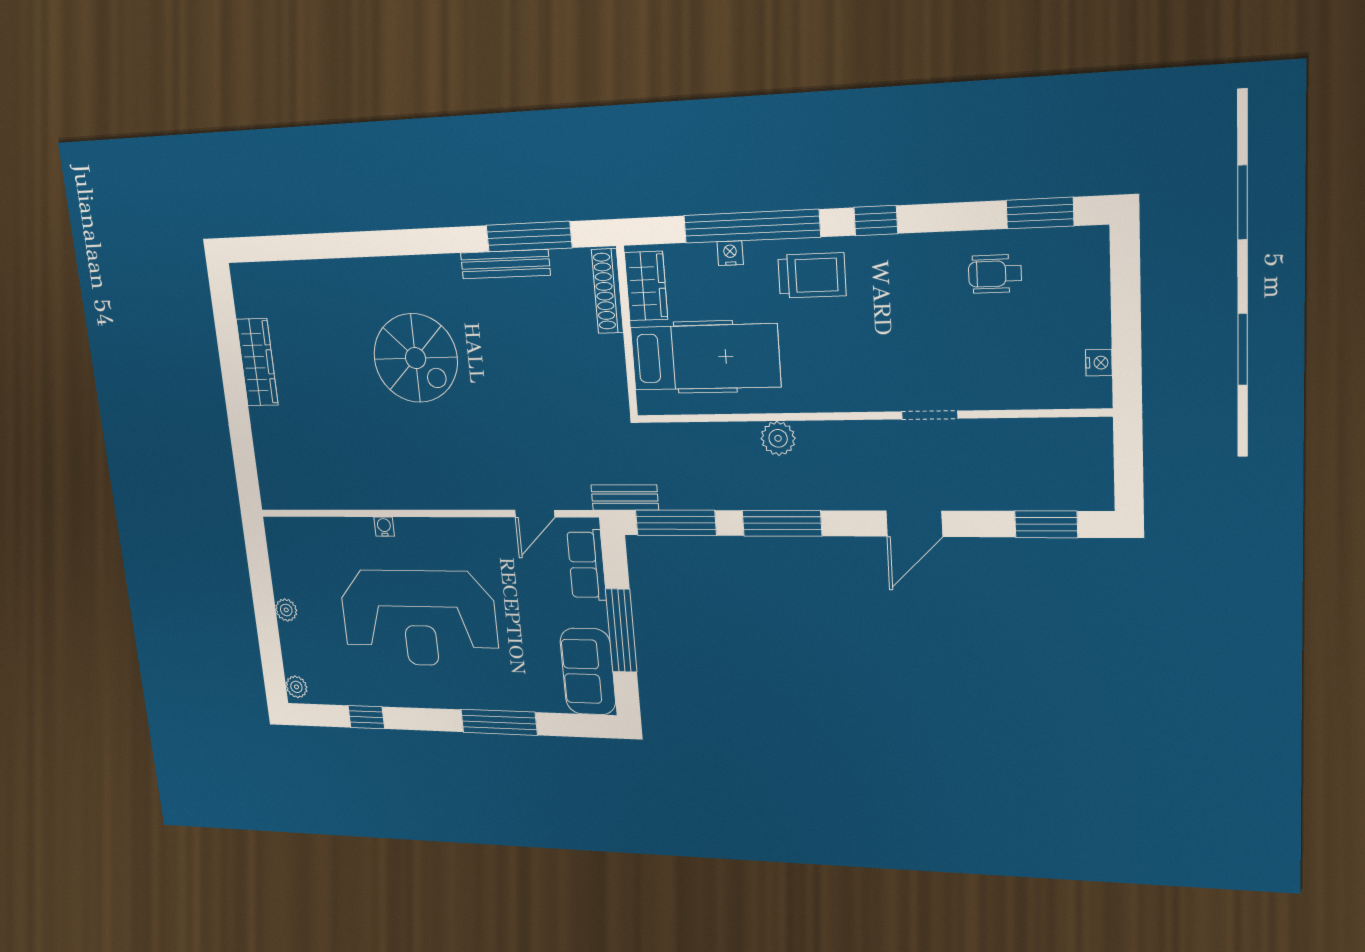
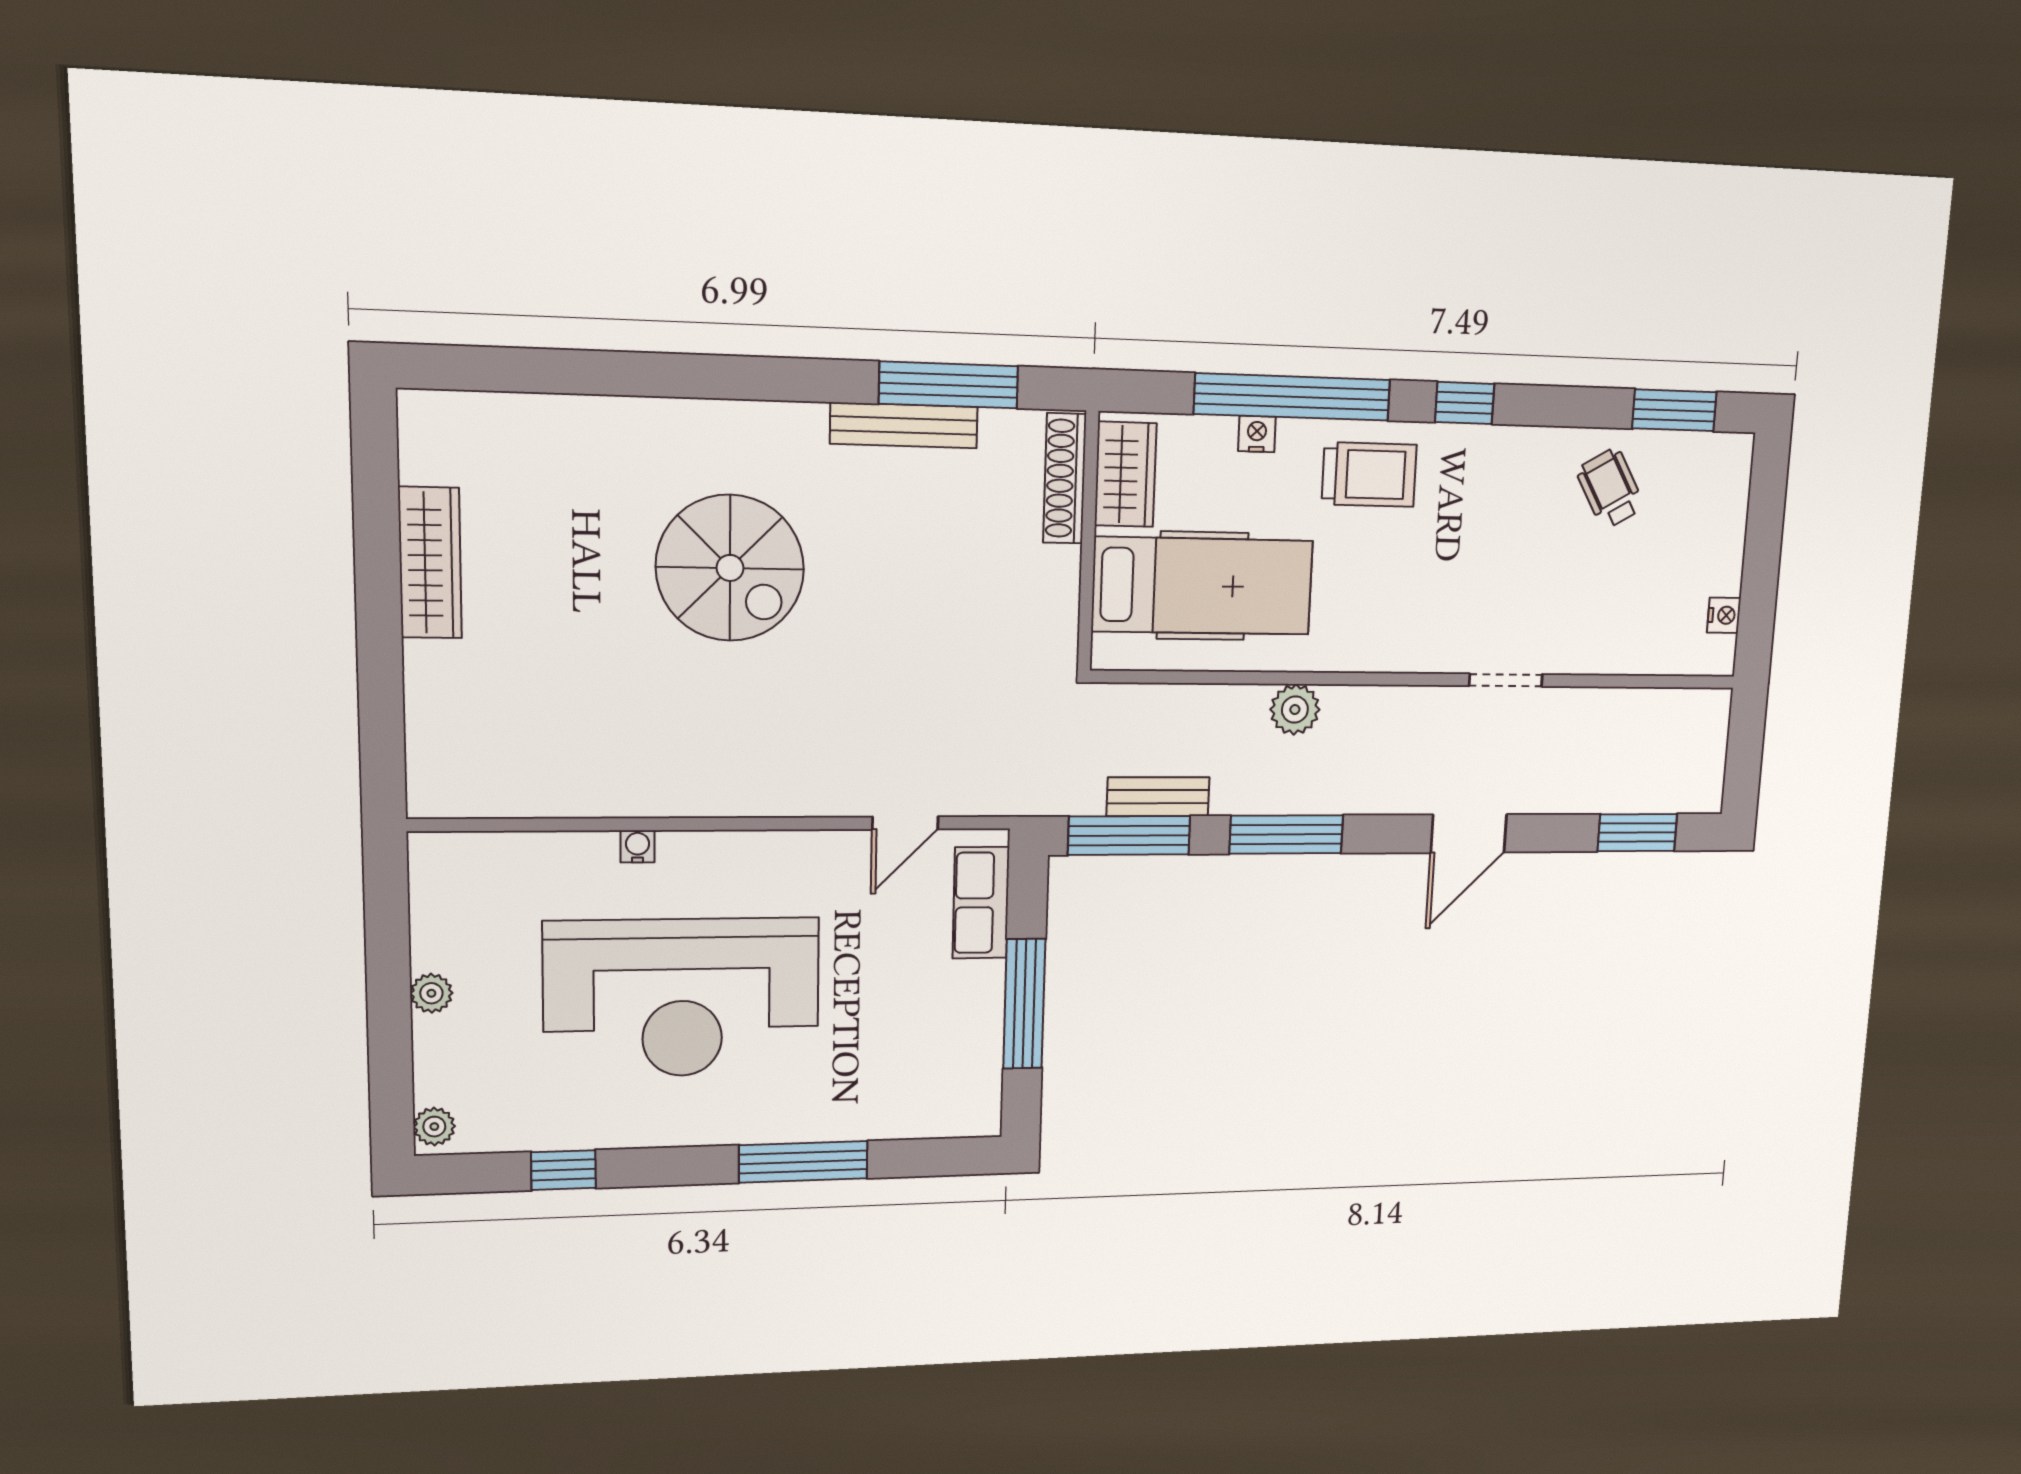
wheelchair: (995, 274) -> (1610, 488), turned 60
bench: (625, 497) -> (1158, 797), moved
sofa: (588, 672) -> (963, 1071), removed

